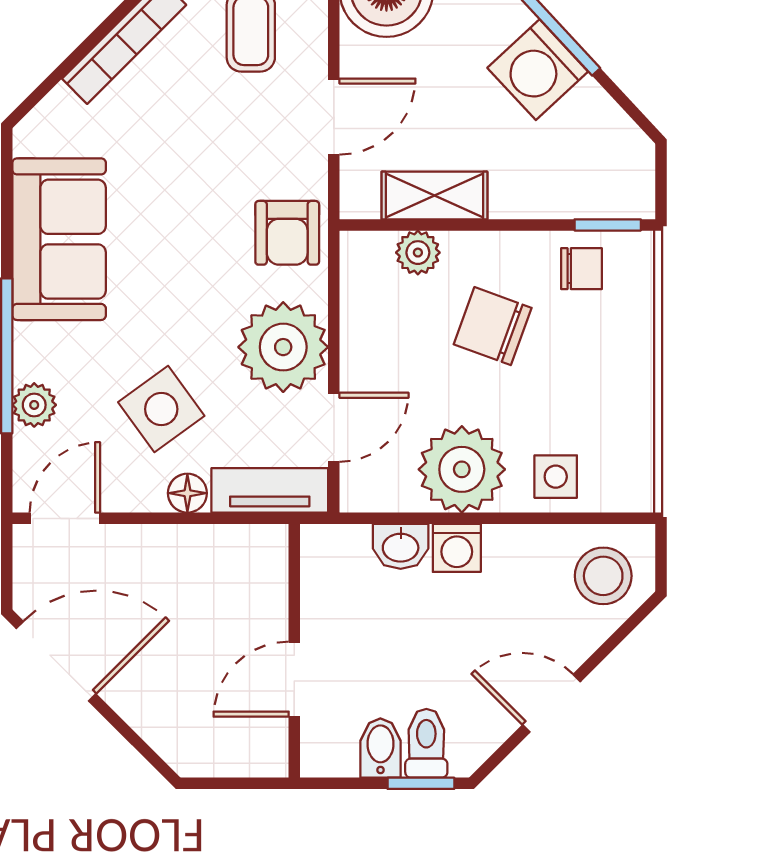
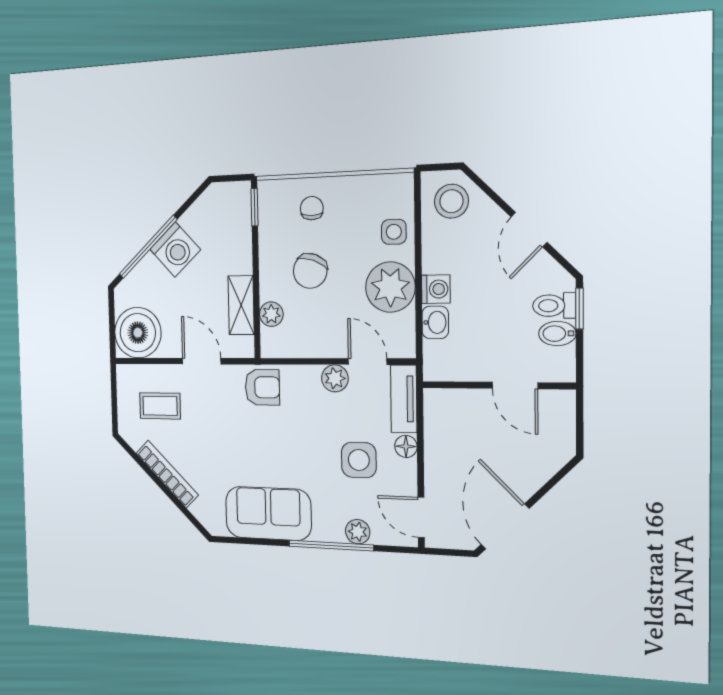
chair: (581, 269) -> (312, 208), moved
plant: (283, 347) -> (335, 378), width x0.53, depth x0.53
side table: (161, 409) -> (359, 460), turned 36

